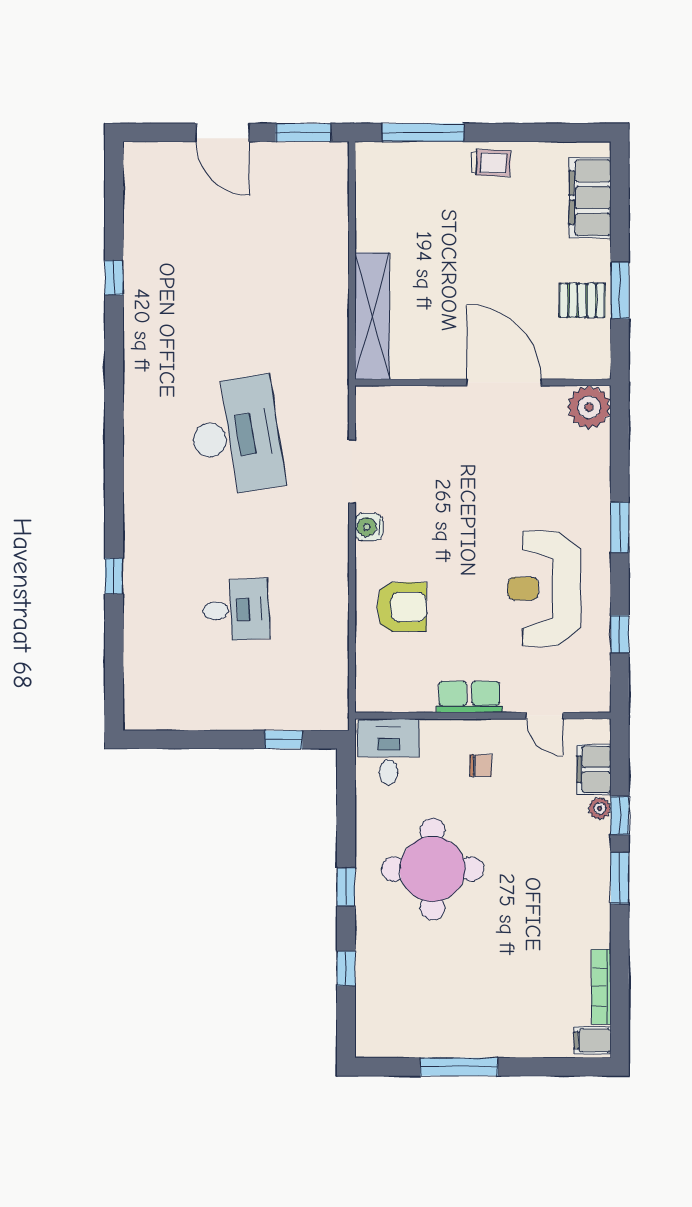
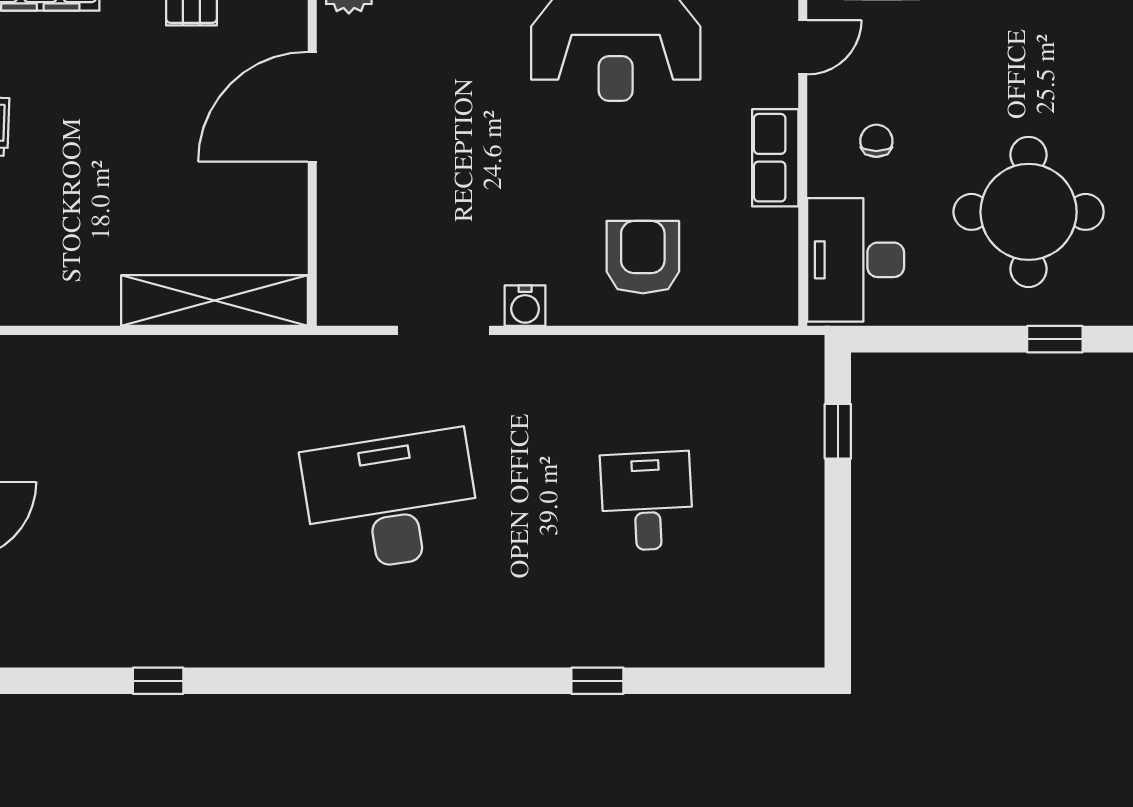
desk: (389, 752) -> (856, 260), width x1.37

